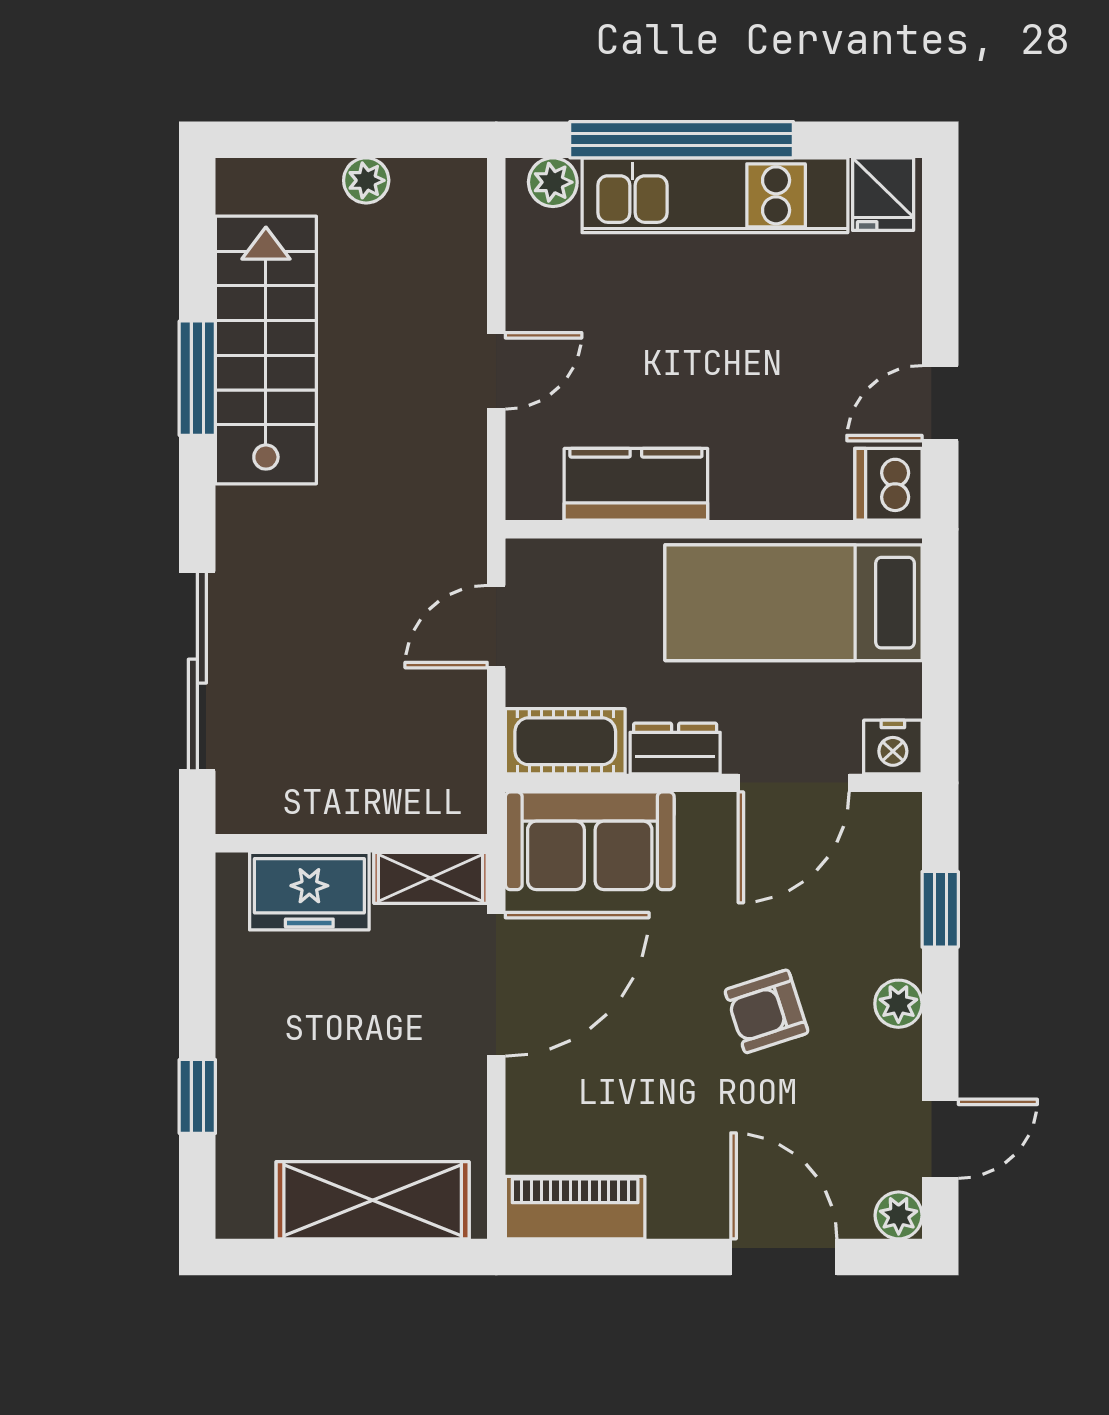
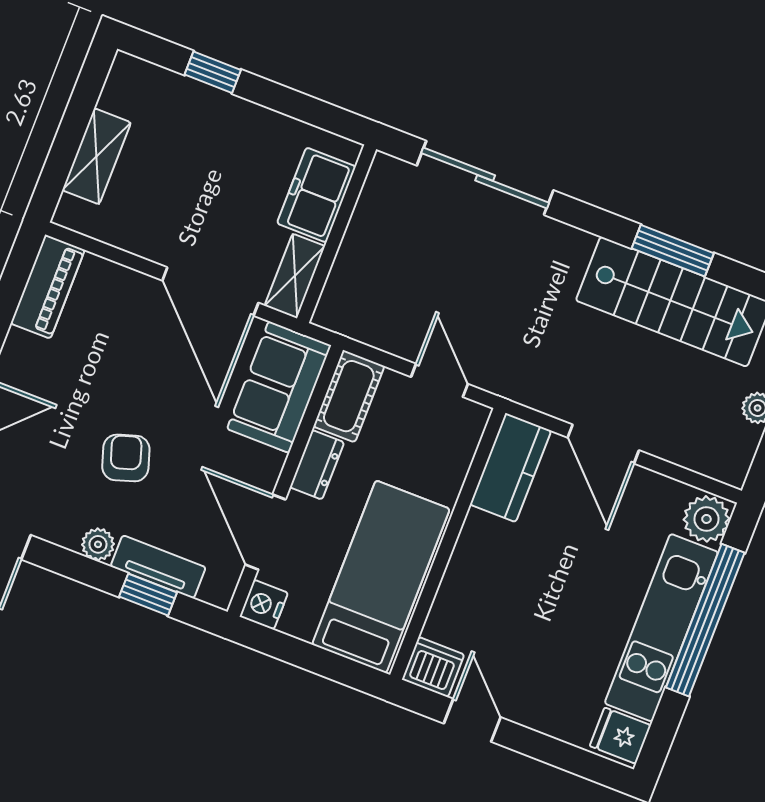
plant: (553, 182) -> (706, 519), width x1.38, depth x1.38
door: (496, 371) -> (603, 444), width x1.38
kitchen counter: (636, 484) -> (510, 468), moved
tv unit: (897, 910) -> (158, 567), added
shelving: (373, 1200) -> (97, 156), width x0.67, depth x0.75

